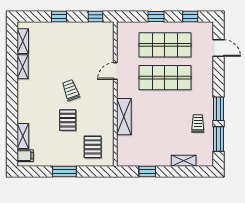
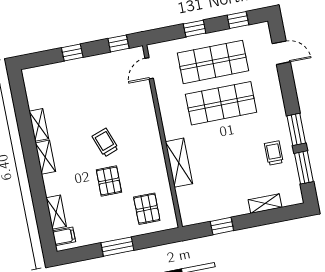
shelving: (23, 41) -> (45, 157), moved
door: (115, 71) -> (149, 68), moved

